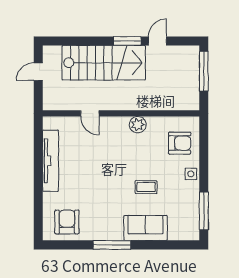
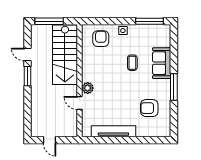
stairs: (104, 63) -> (65, 55), moved, turned 180
door: (90, 113) -> (79, 103), swing flipped
plant: (138, 125) -> (88, 88), moved
armchair: (67, 222) -> (149, 108), moved

